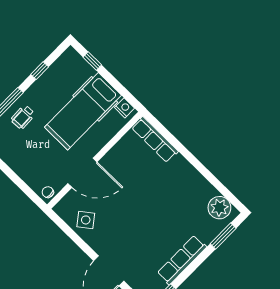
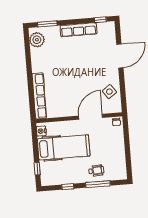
row of seats: (155, 140) -> (39, 96), width x1.36
door: (82, 173) -> (91, 117), hinge flipped

